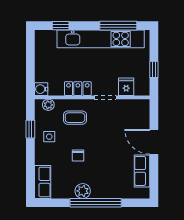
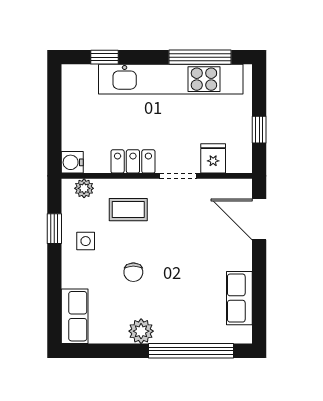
door: (154, 142) -> (259, 219), moved
window: (96, 203) -> (191, 351), moved

